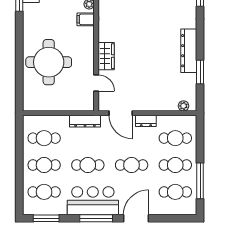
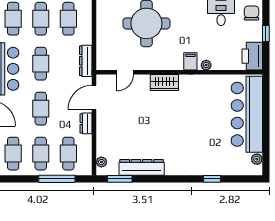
dresser: (189, 51) -> (142, 167), moved
wardrobe: (106, 56) -> (164, 83), moved
window: (200, 72) -> (120, 179), moved
window: (200, 181) -> (57, 179), moved

